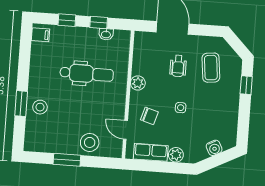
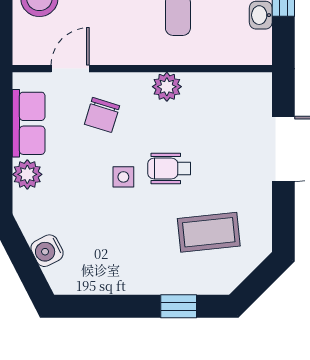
wheelchair: (178, 66) -> (169, 169), moved

